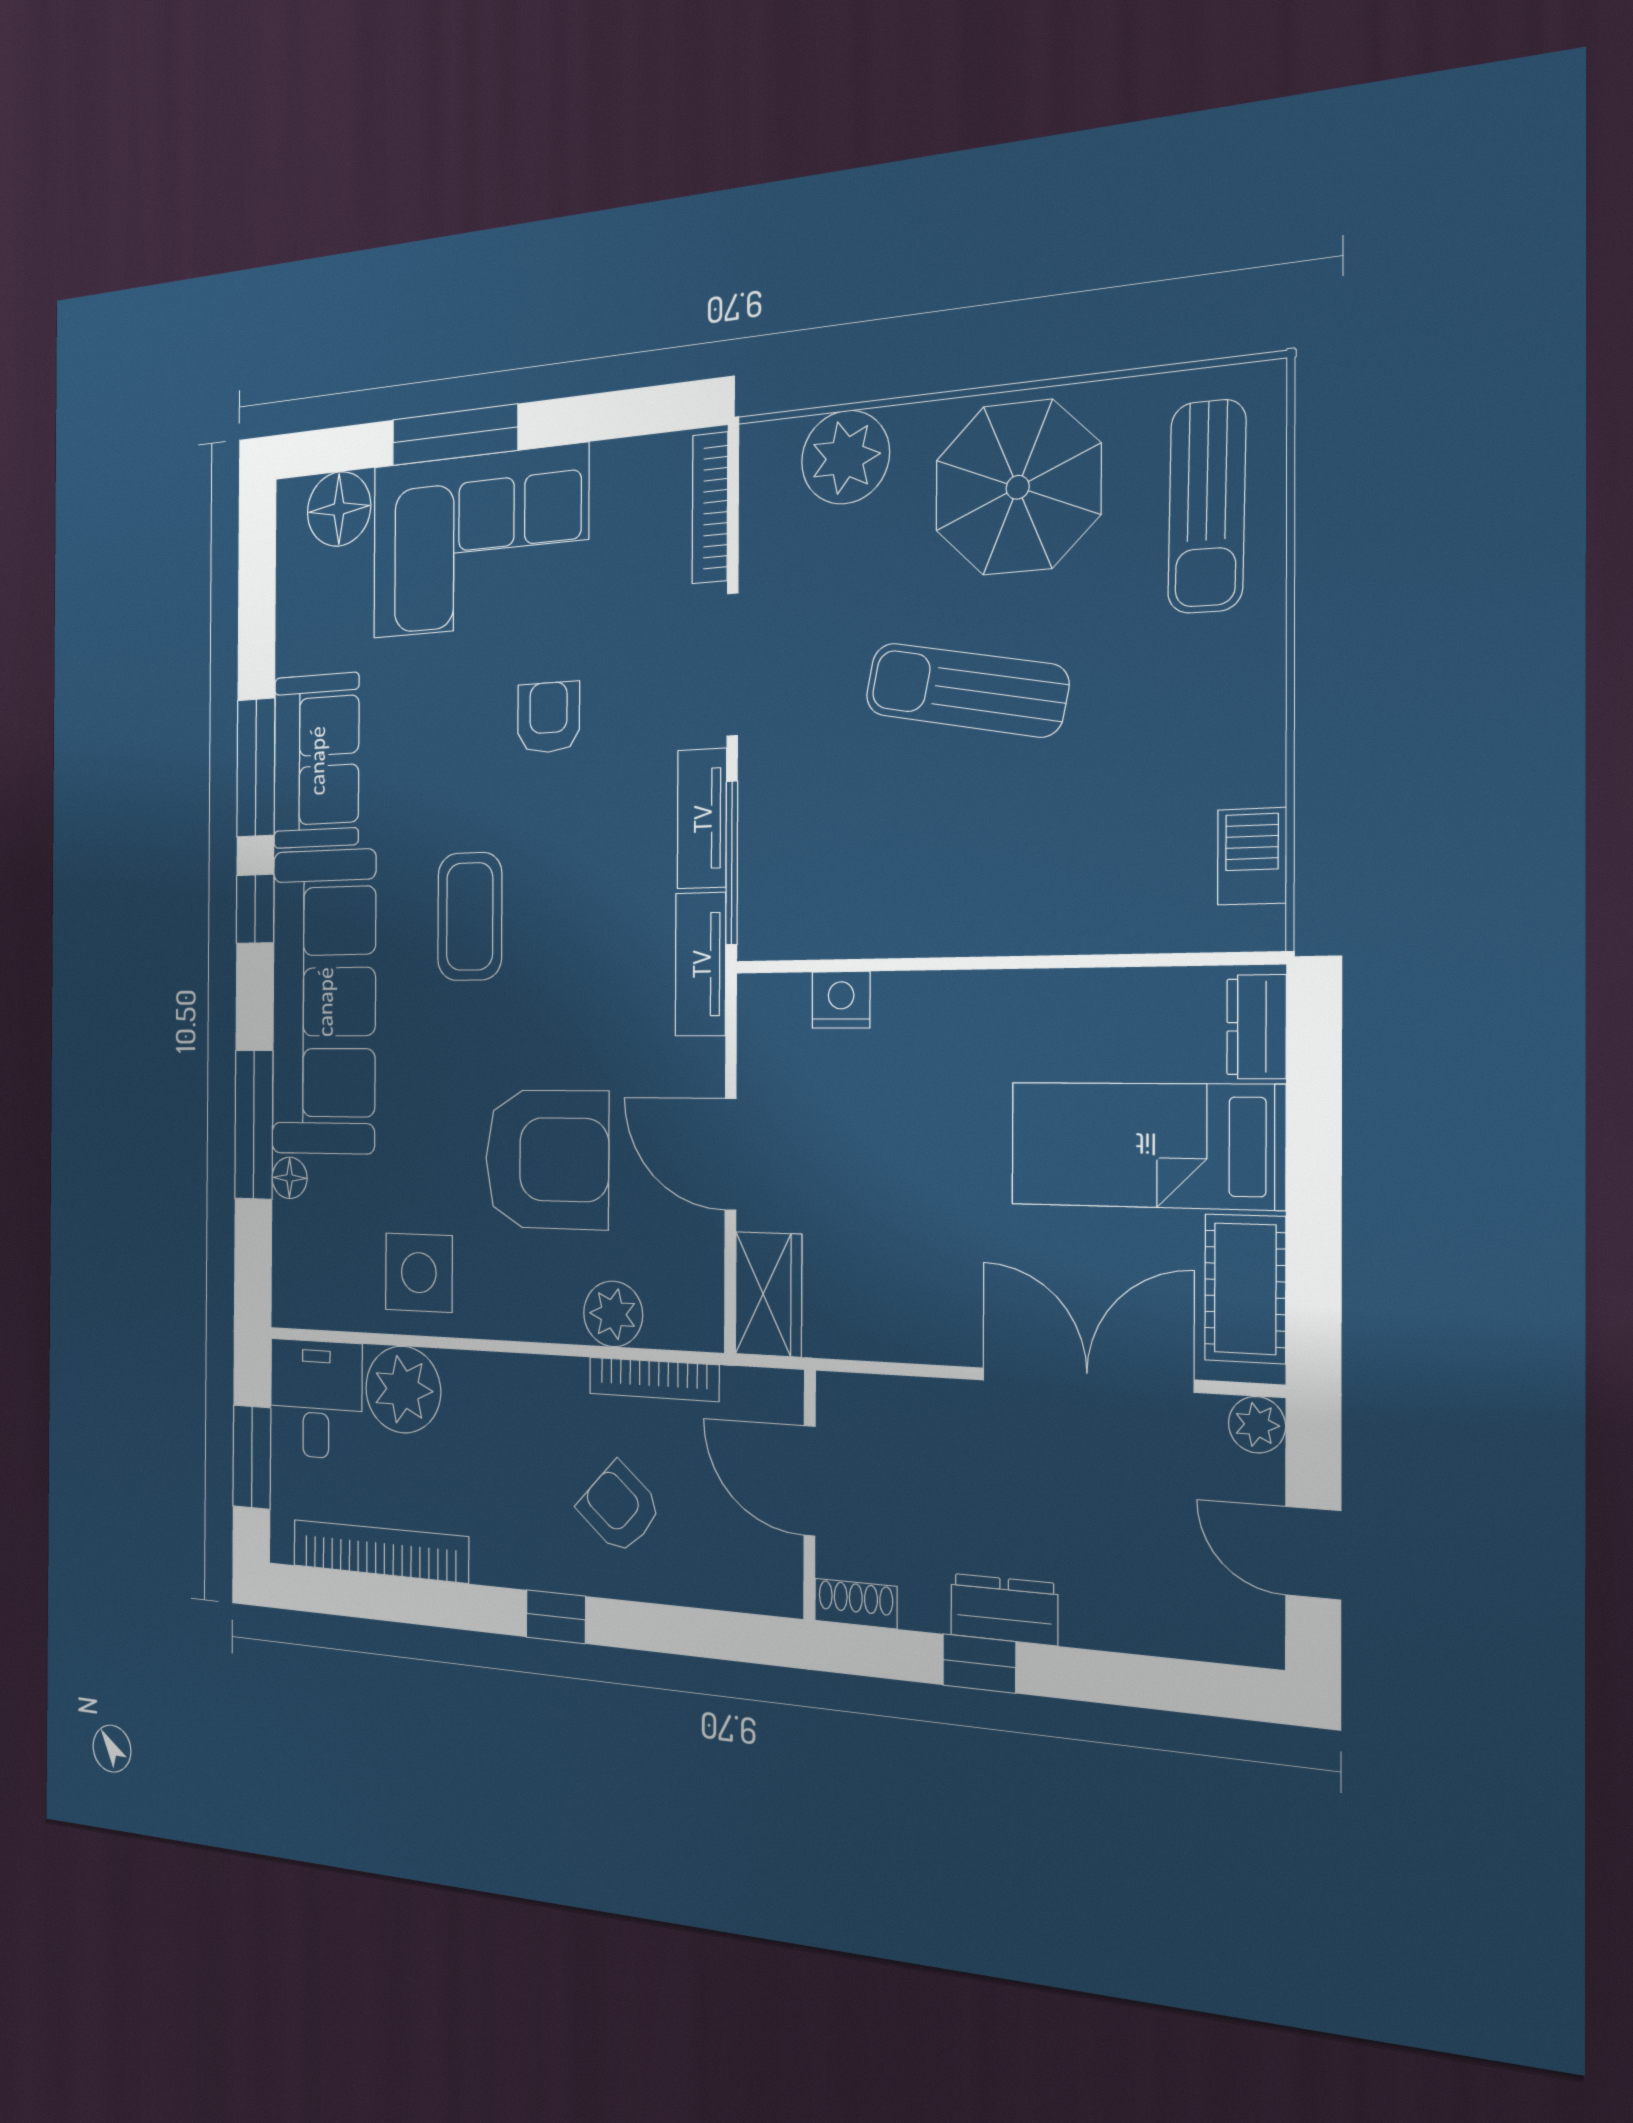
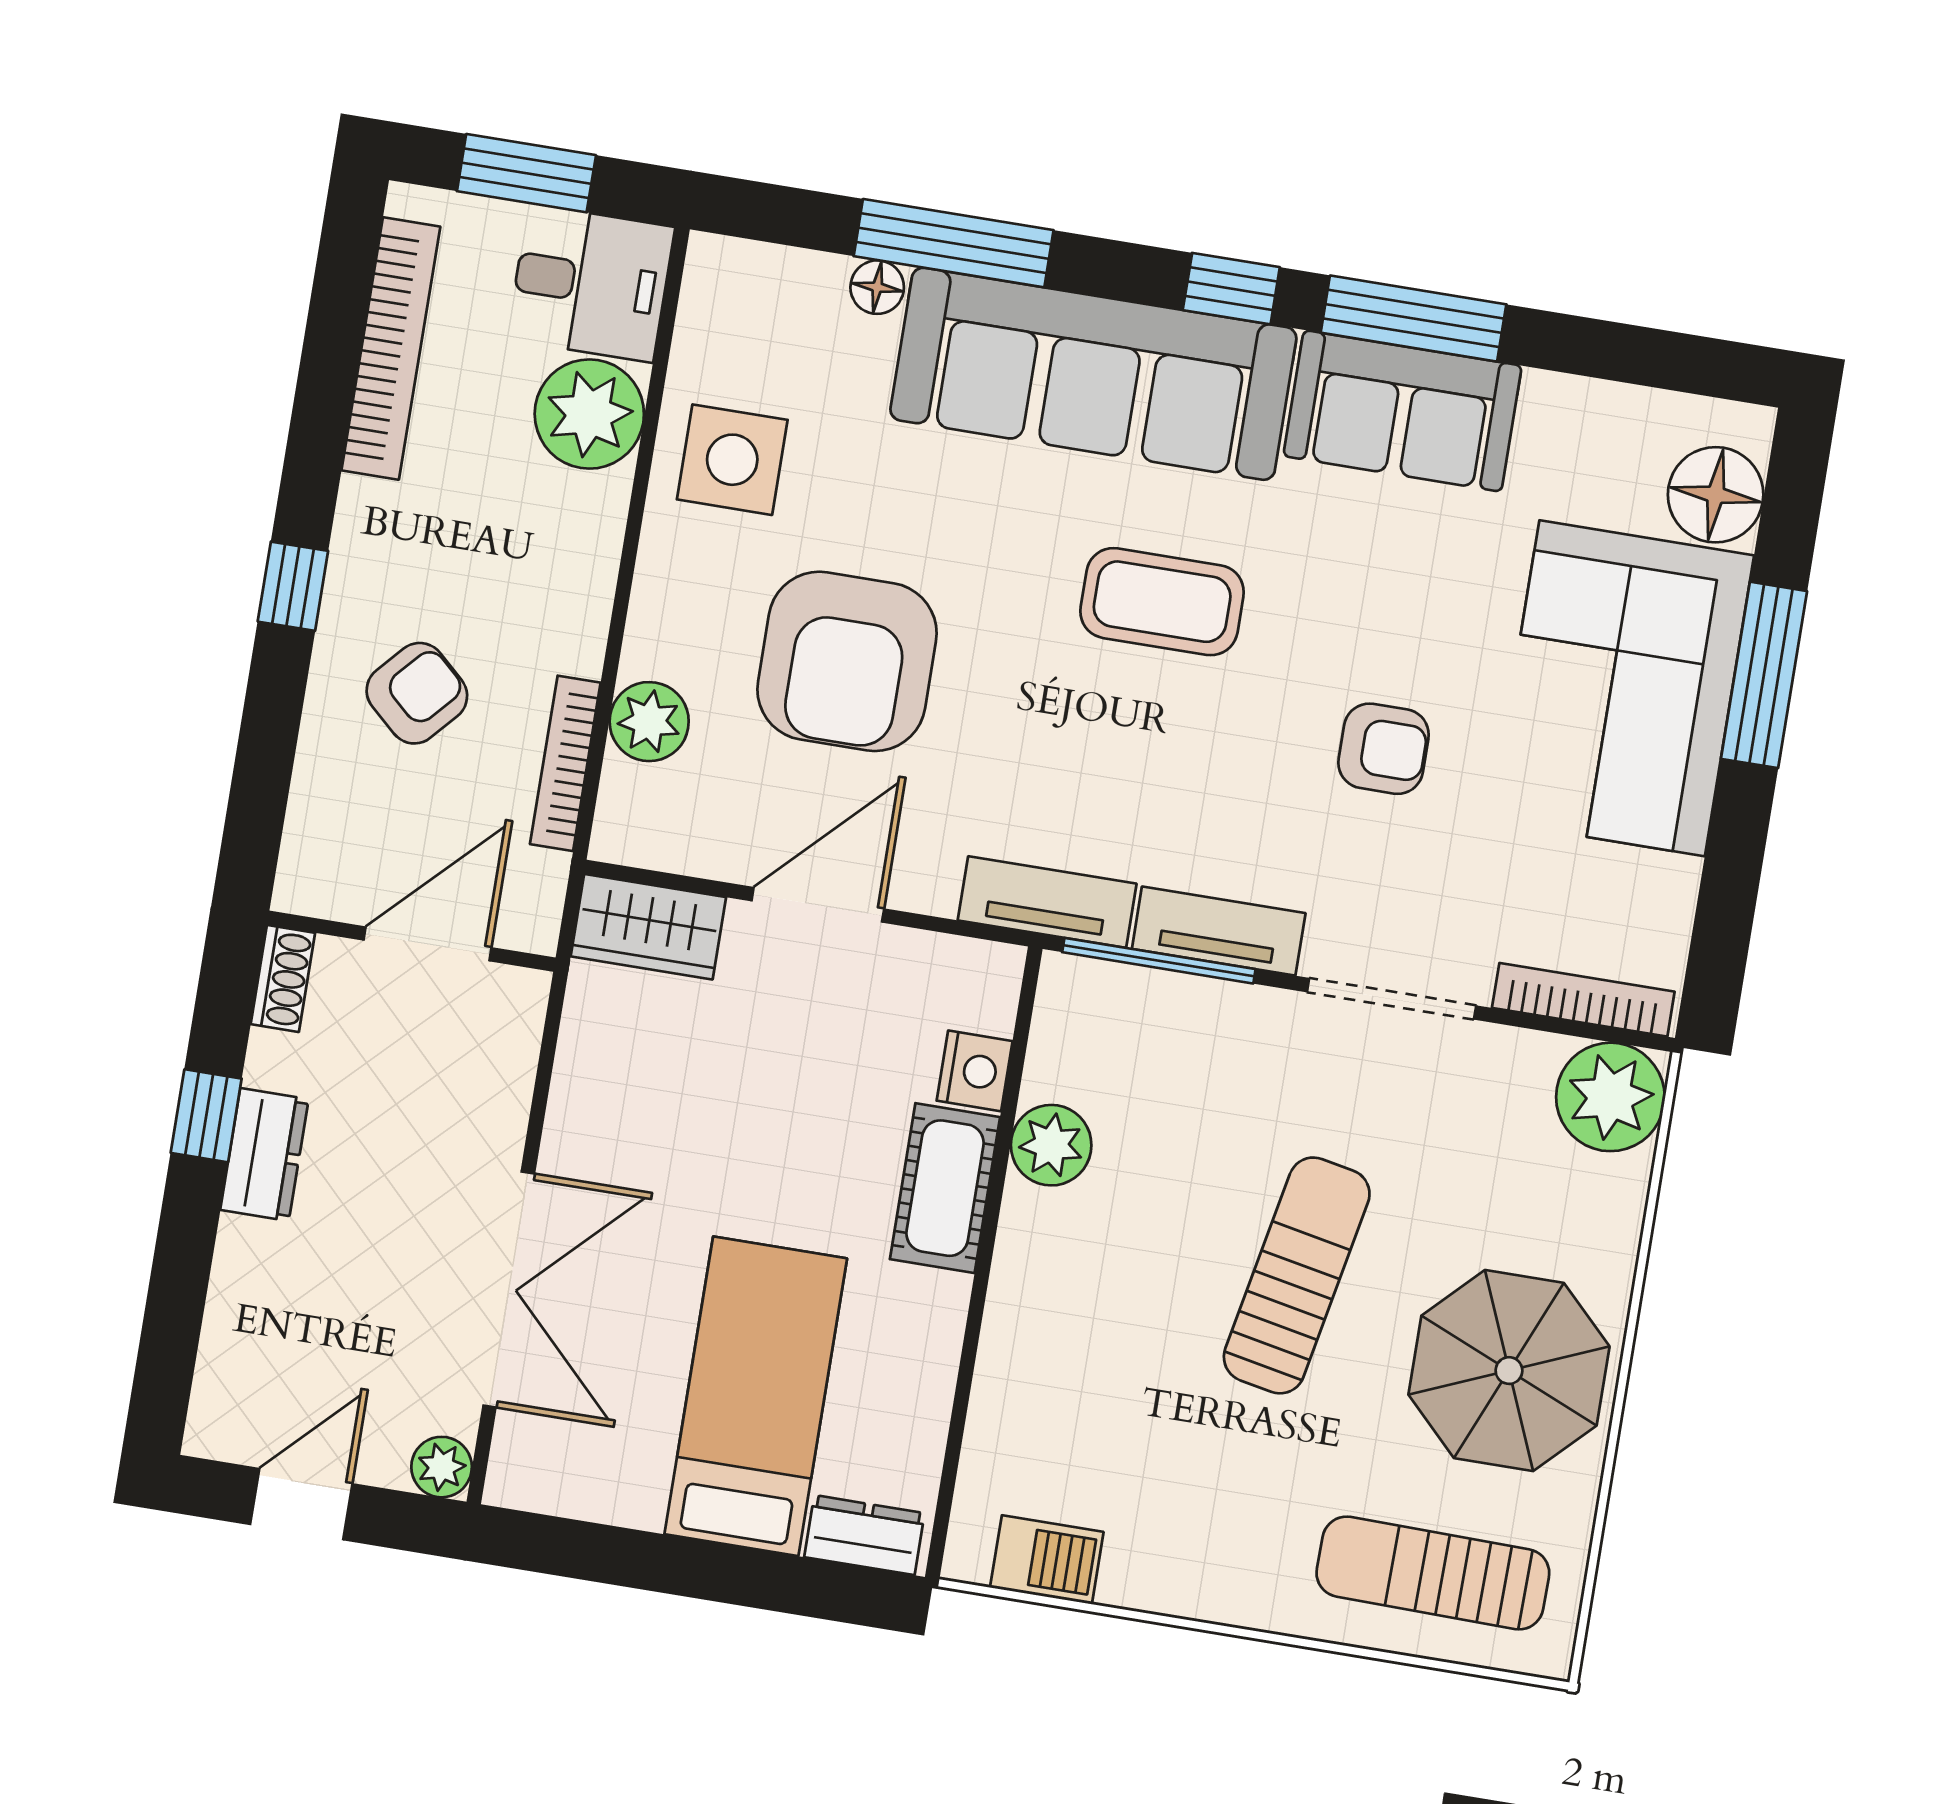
plant: (845, 457) -> (1610, 1097), moved
plant: (891, 923) -> (1051, 1145), added
cot: (1245, 1289) -> (945, 1188), moved, turned 90

